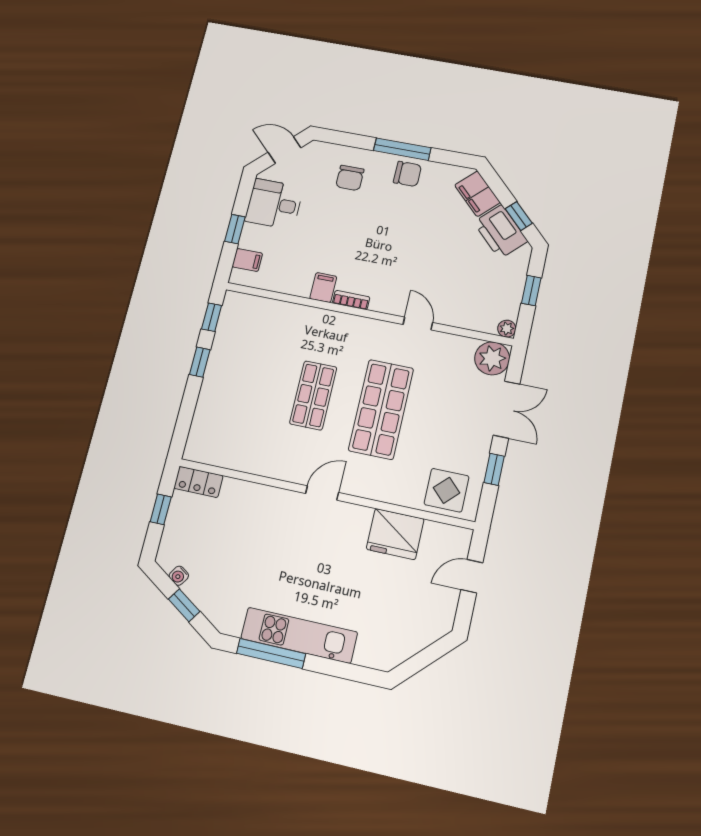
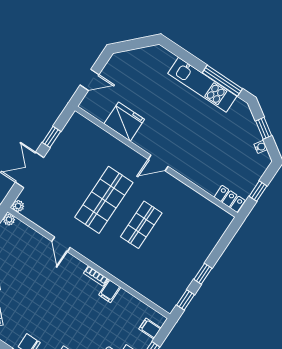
plant: (492, 358) -> (18, 206), width x0.53, depth x0.53
display table: (447, 490) -> (84, 136), removed

